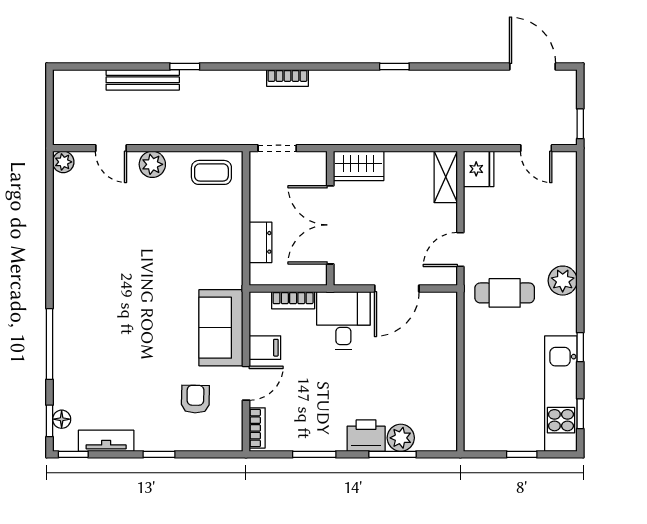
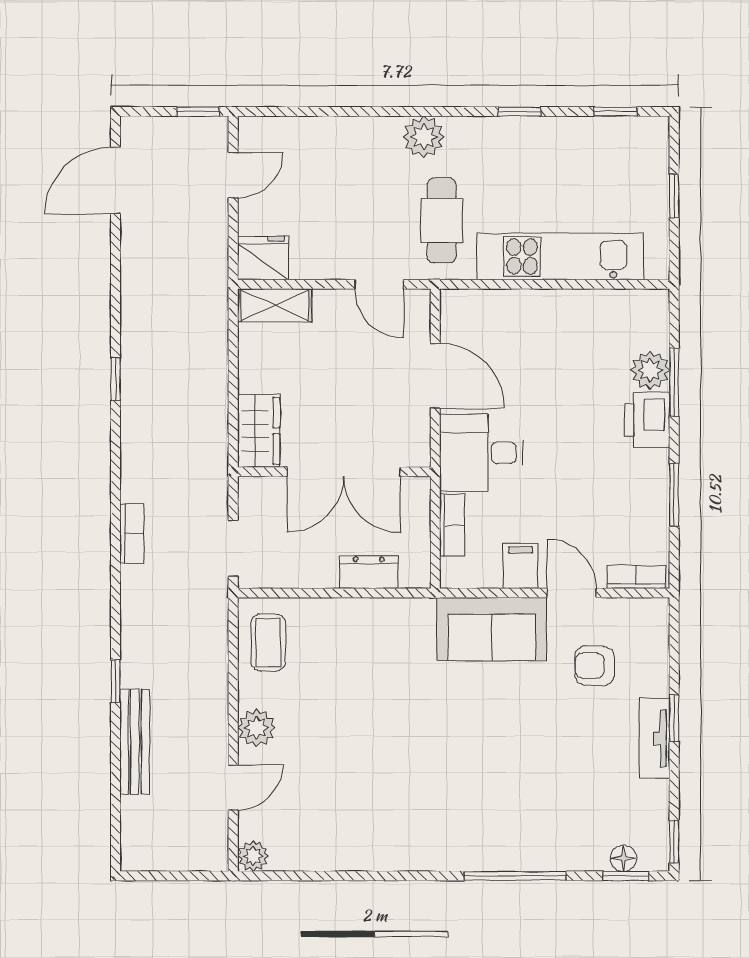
kitchen unit: (561, 394) -> (560, 256), moved, turned 180
tv unit: (106, 441) -> (654, 738), moved

